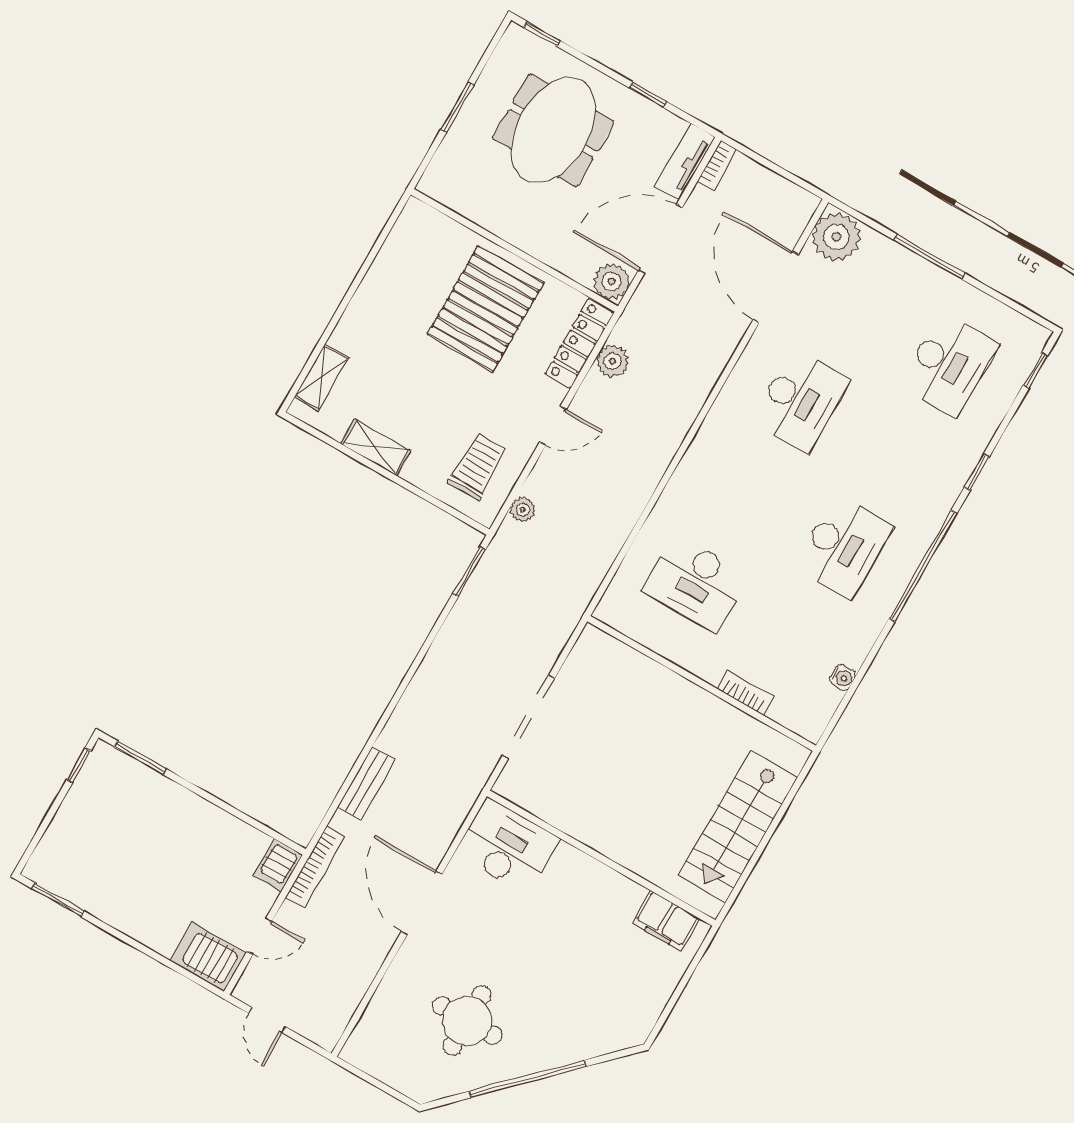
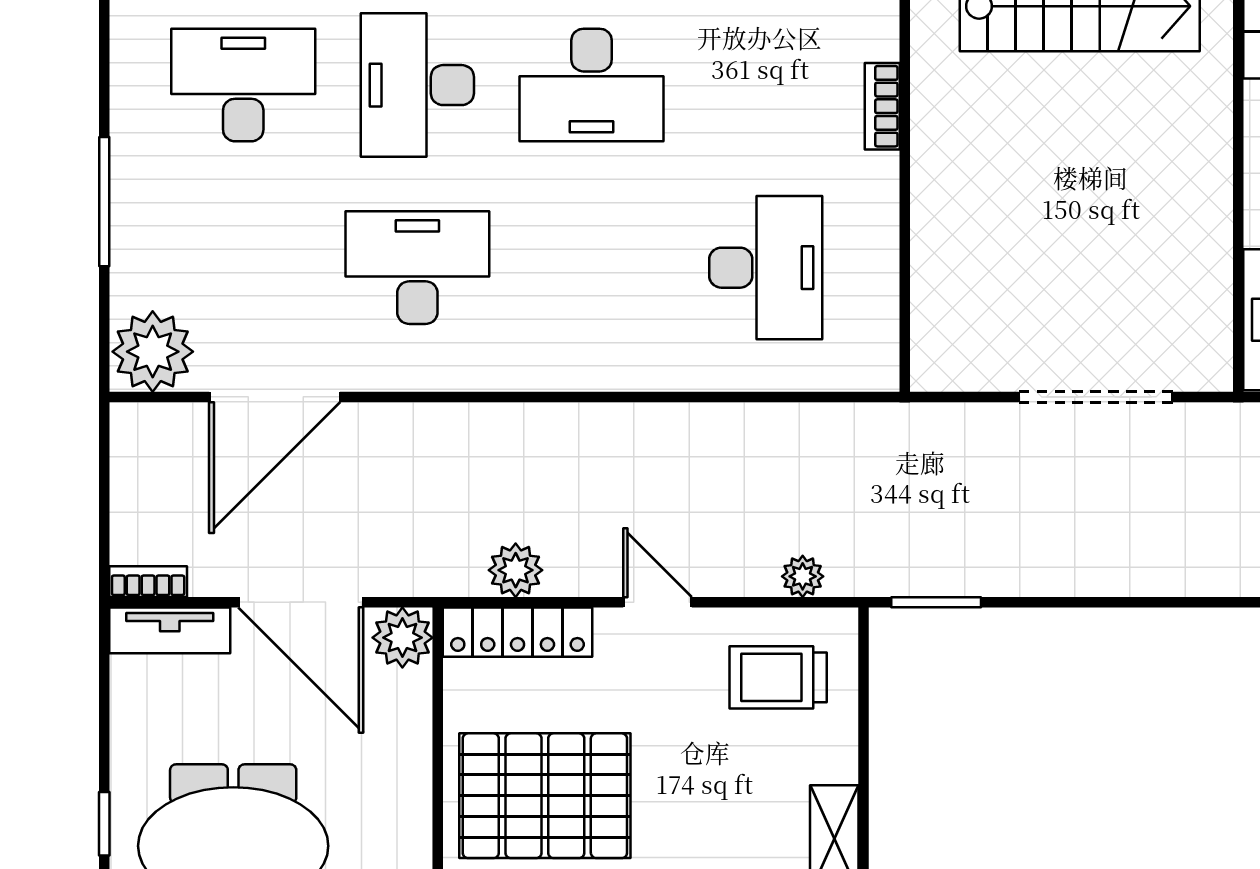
window: (648, 95) -> (104, 824), moved
desk: (896, 456) -> (417, 85), added
desk: (844, 547) -> (592, 85), turned 180

